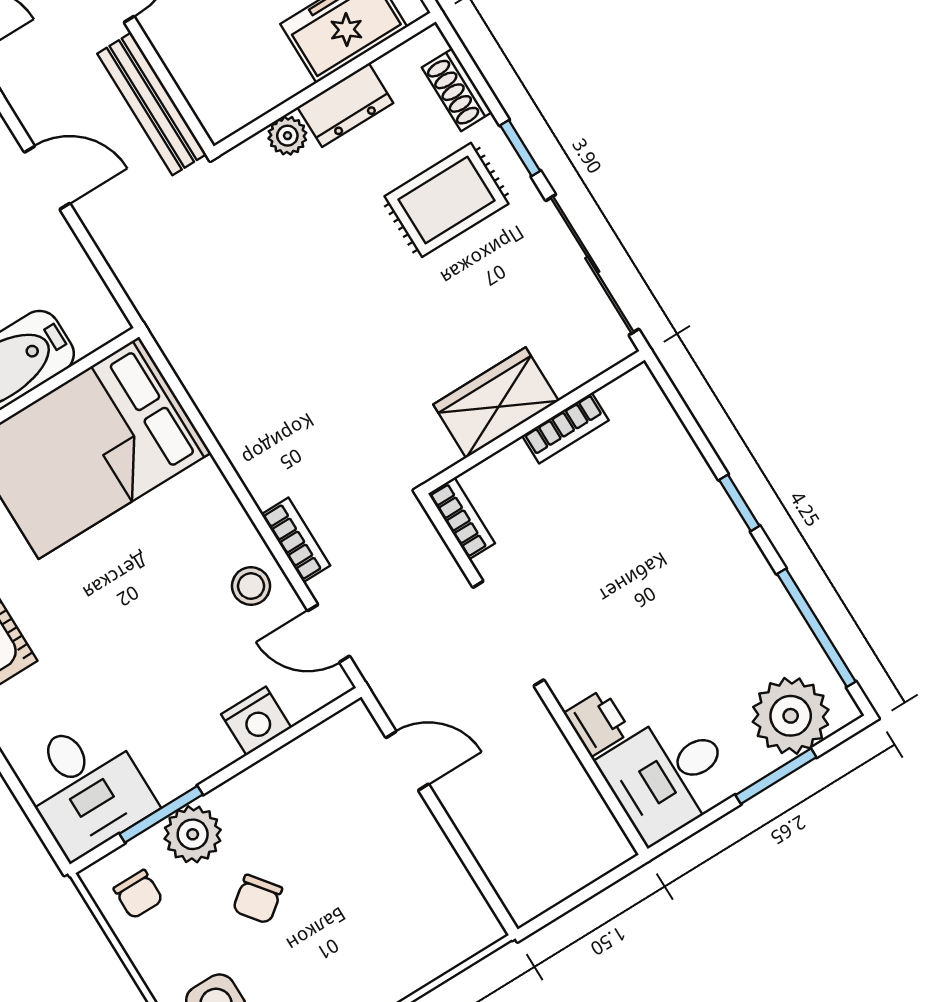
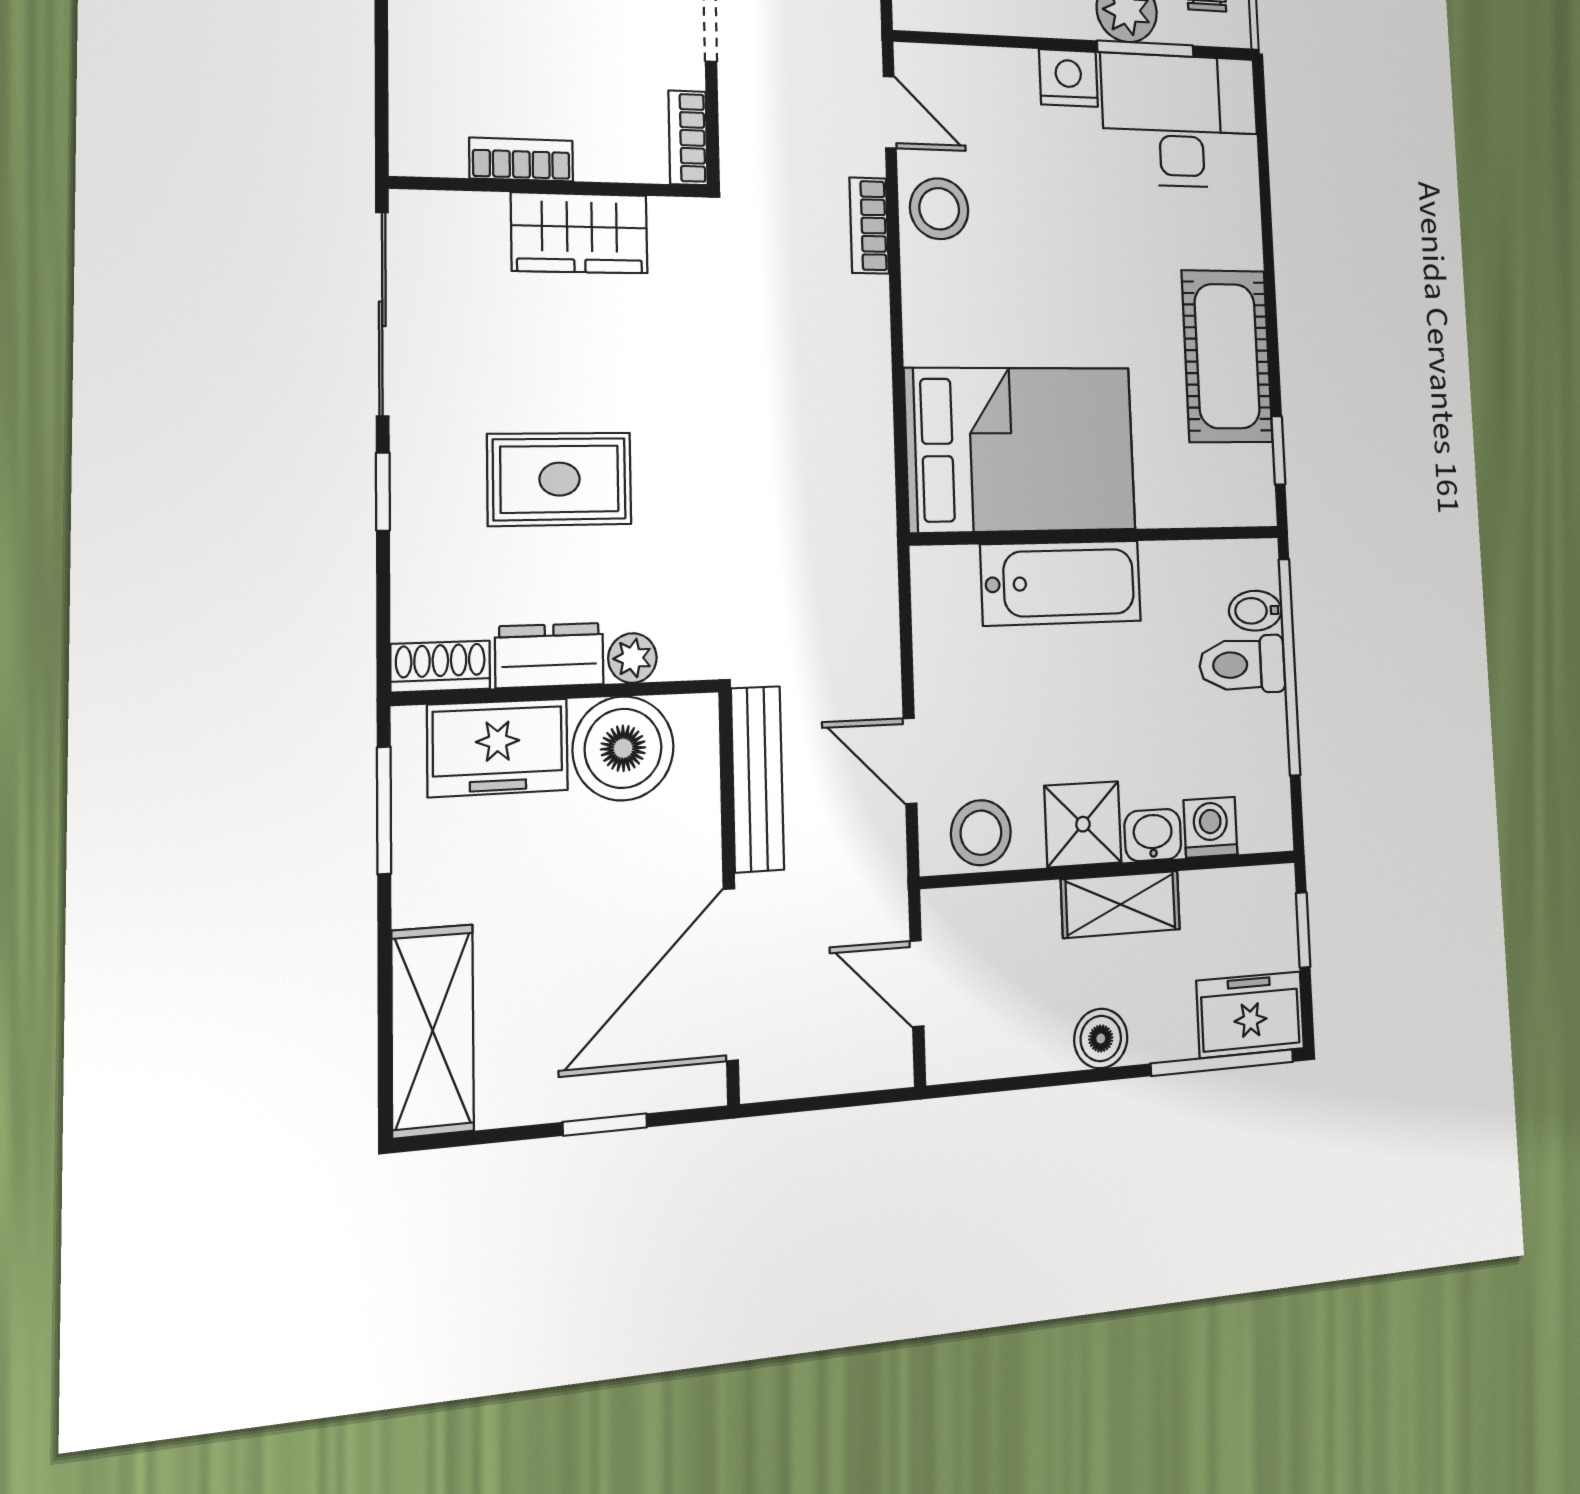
boiler: (258, 72) -> (623, 748), added
shoe rack: (457, 90) -> (440, 666), moved, turned -90
rug: (447, 200) -> (560, 479), moved
stool: (251, 586) -> (939, 209), width x1.37, depth x1.37
nightstand: (256, 721) -> (1068, 78), moved
desk: (85, 787) -> (1180, 121), width x1.37

